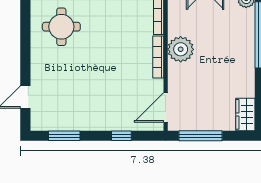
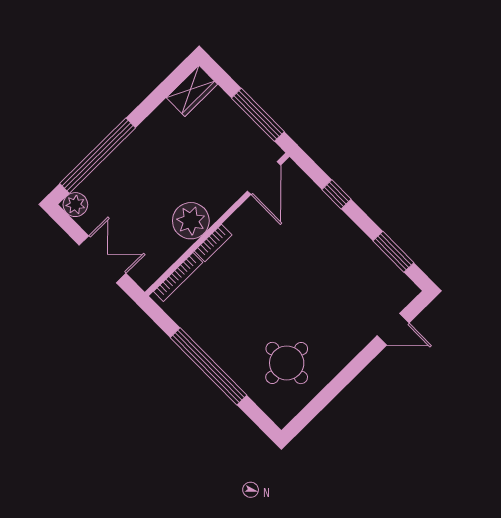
bookcase: (158, 57) -> (213, 243), width x0.64
door: (166, 107) -> (264, 178), hinge flipped

